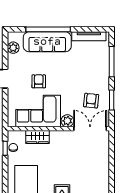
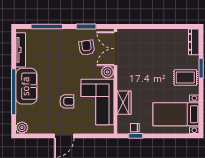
sofa: (47, 42) -> (26, 86), width x0.73
plant: (13, 48) -> (22, 128), moved
armchair: (39, 81) -> (67, 101), turned 180
armchair: (91, 101) -> (87, 48), turned 76

